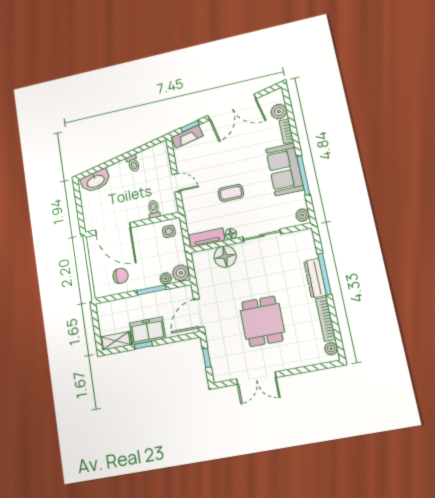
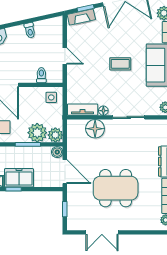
coffee table: (231, 193) -> (120, 64), moved
plant: (166, 279) -> (37, 133), width x1.87, depth x1.87
boiler: (186, 292) -> (57, 152), added
door: (199, 313) -> (65, 172), swing flipped
dining table: (262, 321) -> (116, 188), width x1.38

